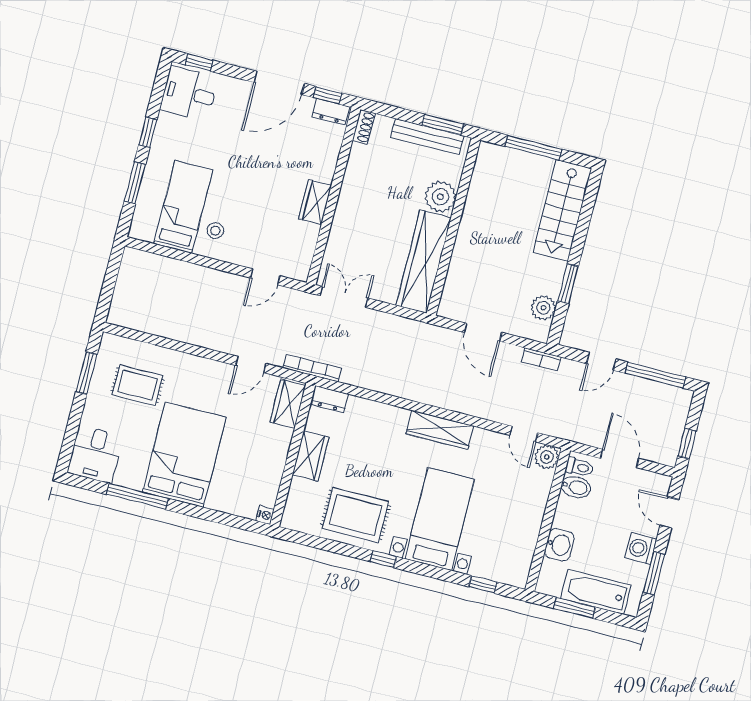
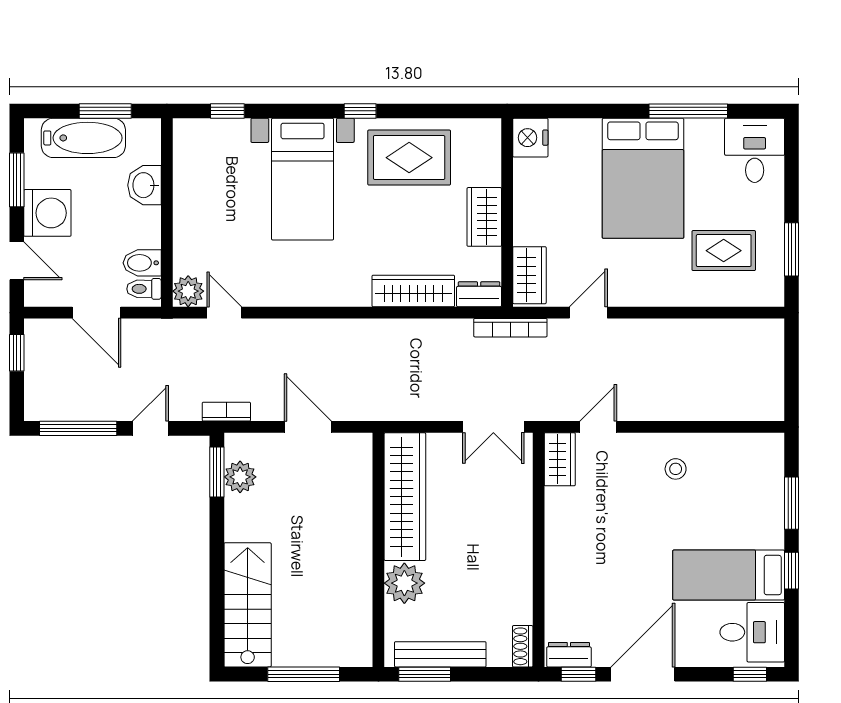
wardrobe: (315, 202) -> (560, 459), moved
bed: (183, 207) -> (729, 575), moved, turned 90
window: (568, 284) -> (217, 472), moved
wardrobe: (440, 430) -> (413, 291), moved
nightstand: (265, 515) -> (530, 138), width x1.89, depth x1.79
washing machine: (641, 549) -> (47, 213), width x1.37, depth x1.37

